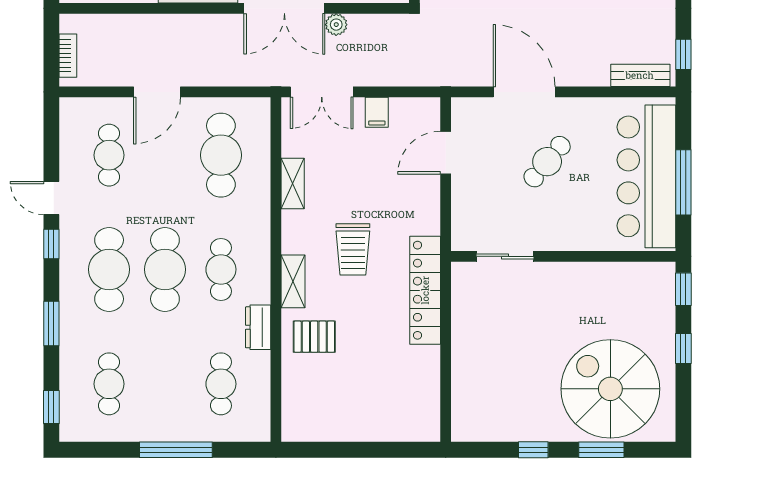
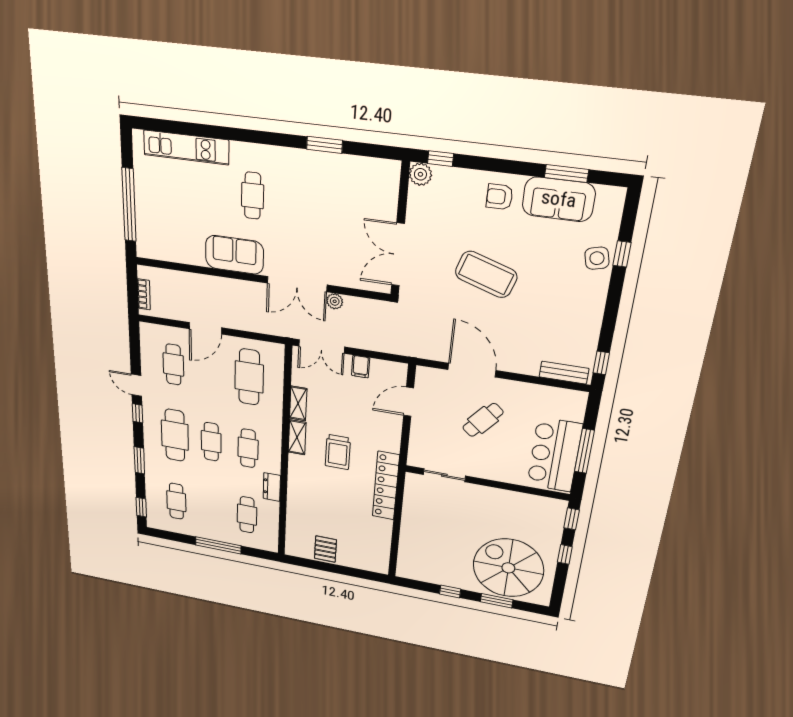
bar counter: (646, 176) -> (555, 455), width x0.73
cafe table: (165, 269) -> (211, 442), width x0.73, depth x0.74
shelving: (293, 281) -> (297, 437), moved
pallet: (314, 337) -> (325, 549), moved, turned 90

